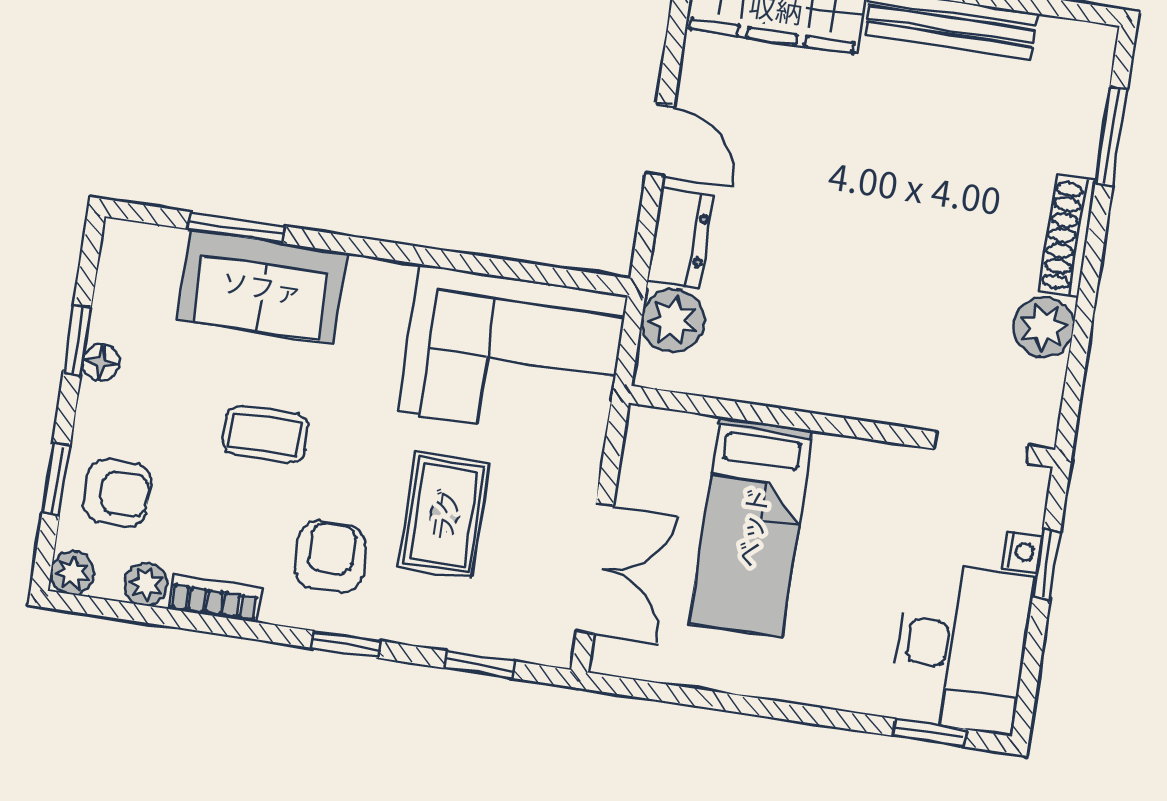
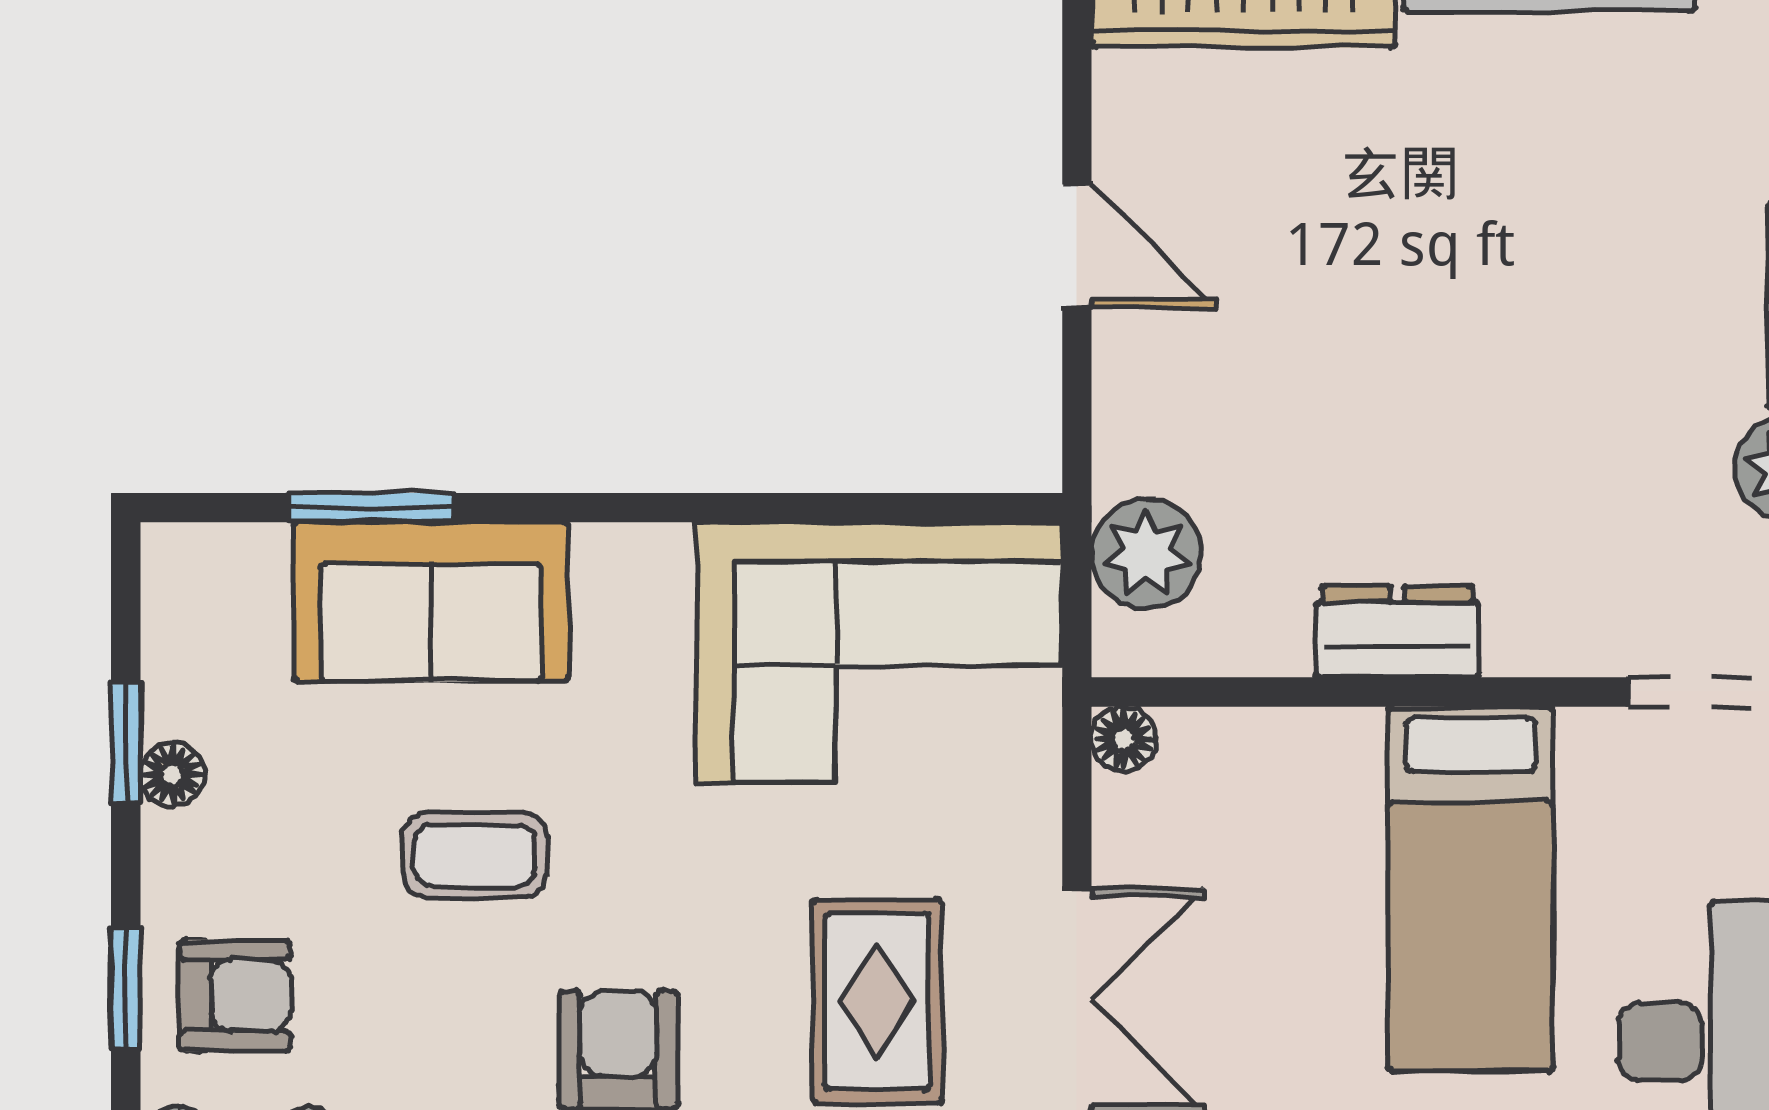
dresser: (680, 238) -> (1397, 632), moved, turned -90
floor lamp: (644, 424) -> (1124, 739), added
rug: (444, 515) -> (877, 1002), moved
bed: (751, 527) -> (1470, 889), moved

